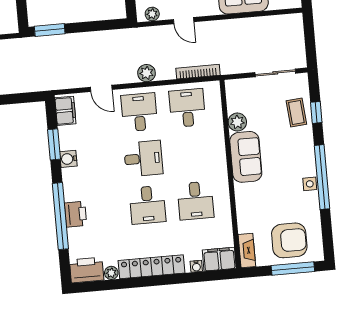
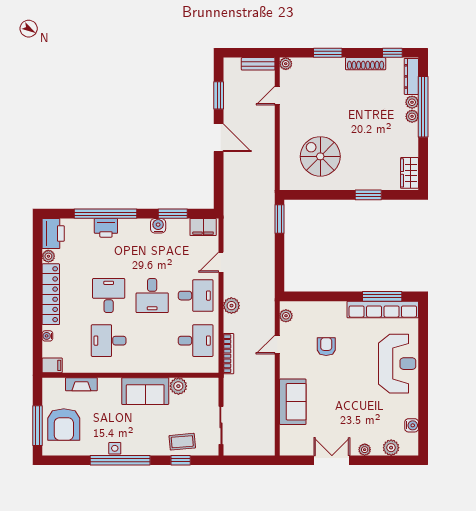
desk: (148, 205) -> (109, 296), turned 90
fireplace: (247, 251) -> (81, 384), moved
filing cabinet: (219, 259) -> (52, 365), width x0.50

